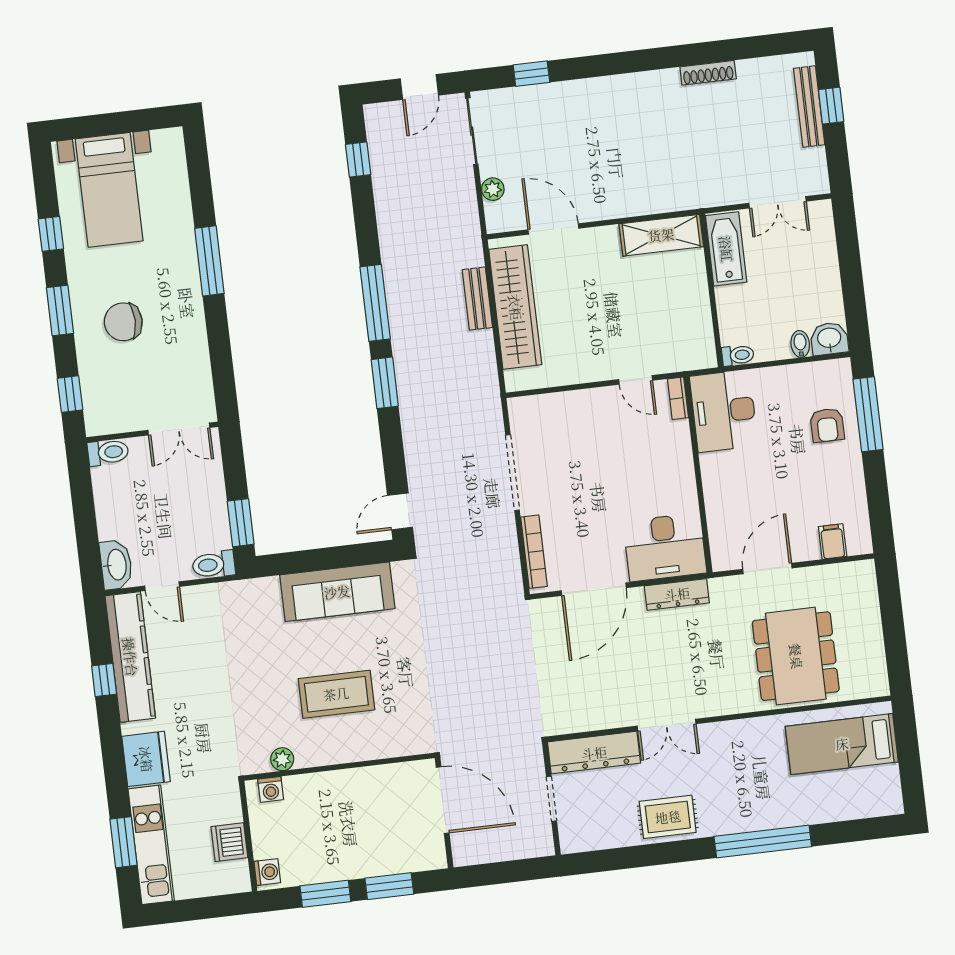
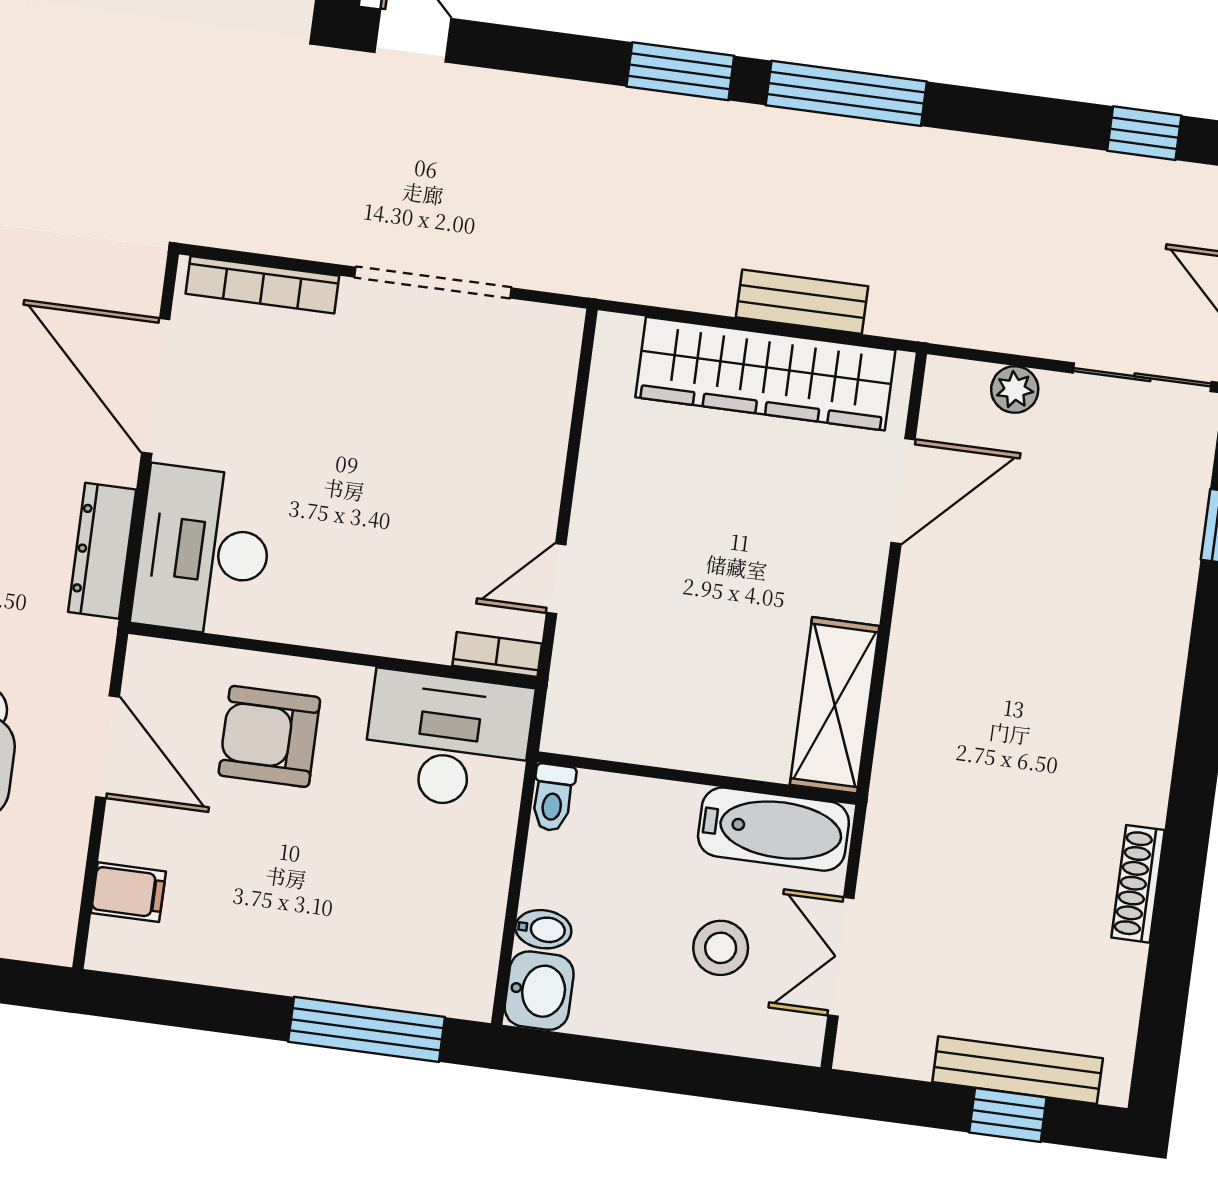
stool: (788, 259) -> (721, 948), added
armchair: (827, 425) -> (269, 736), moved, width x1.38, depth x1.38

